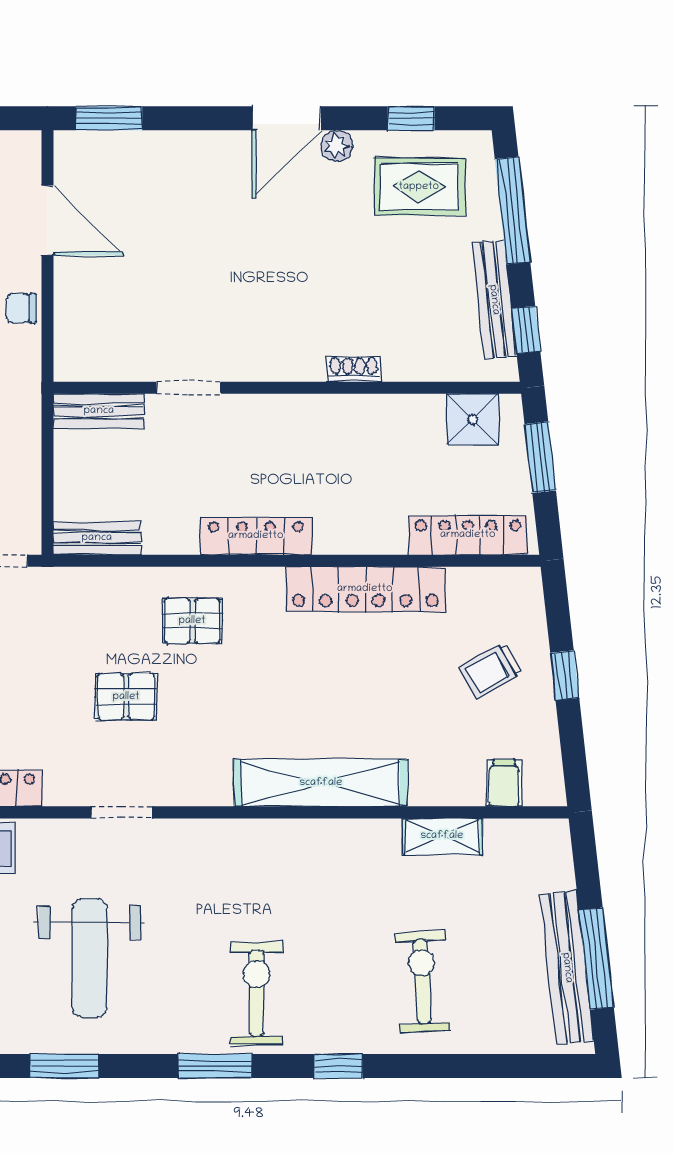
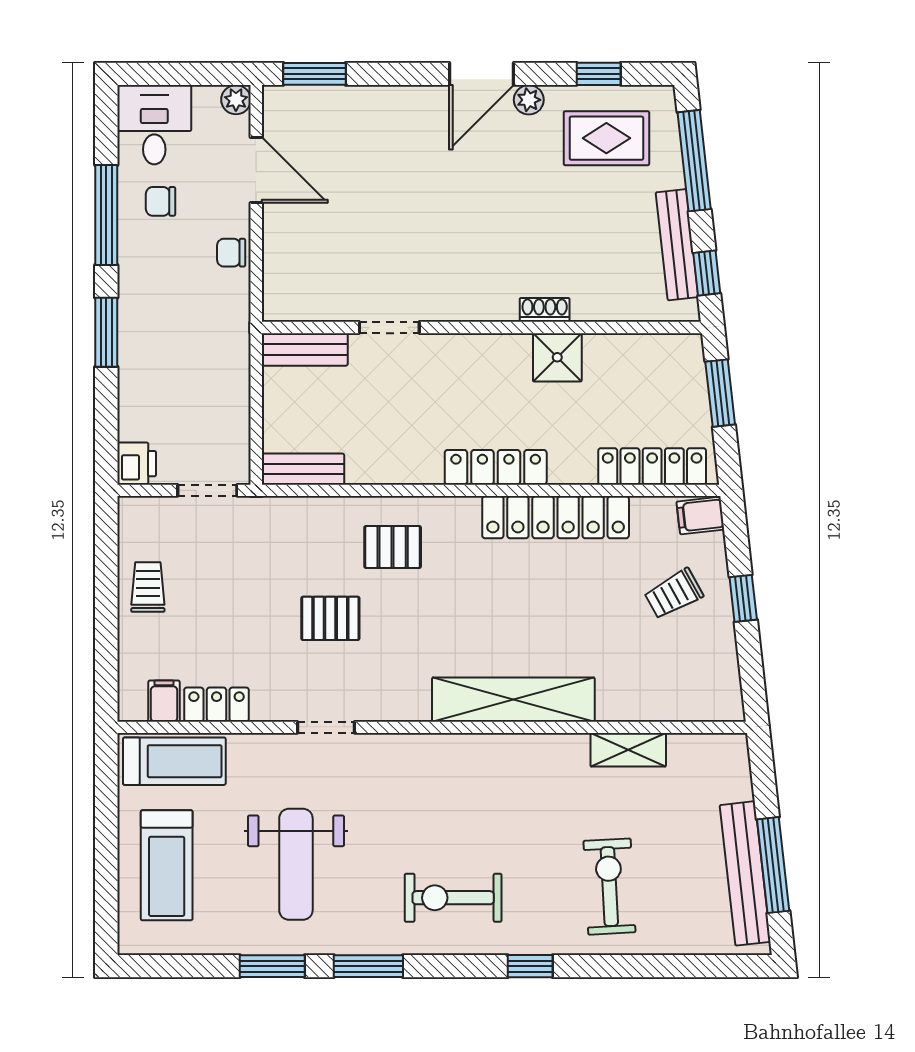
plant: (26, 146) -> (236, 100), added
shower: (473, 419) -> (557, 357), moved
locker: (256, 536) -> (496, 467), moved
filing cabinet: (504, 783) -> (700, 516), moved, turned -96
exercise bike: (257, 993) -> (453, 898), turned -90
window: (215, 1066) -> (368, 966), moved

